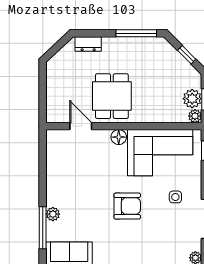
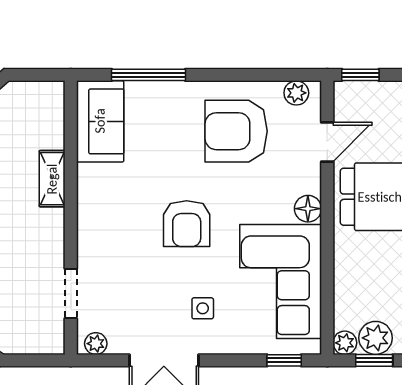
window: (43, 107) -> (360, 75), added
armchair: (75, 178) -> (236, 131), added
plant: (53, 214) -> (296, 93), moved

